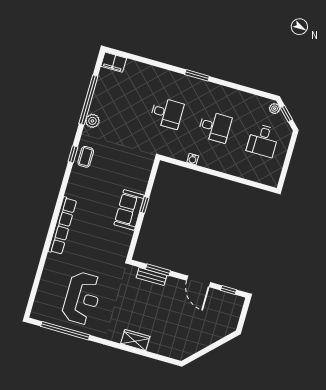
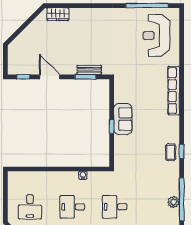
plant: (92, 121) -> (174, 202), moved
desk: (263, 140) -> (30, 207), turned 180
reception desk: (82, 298) -> (156, 36), moved
wardrobe: (135, 340) -> (58, 14), moved

